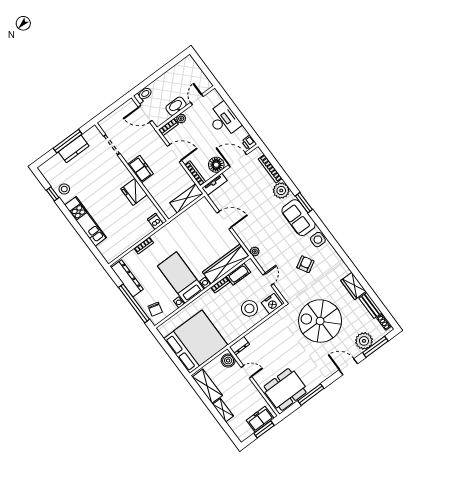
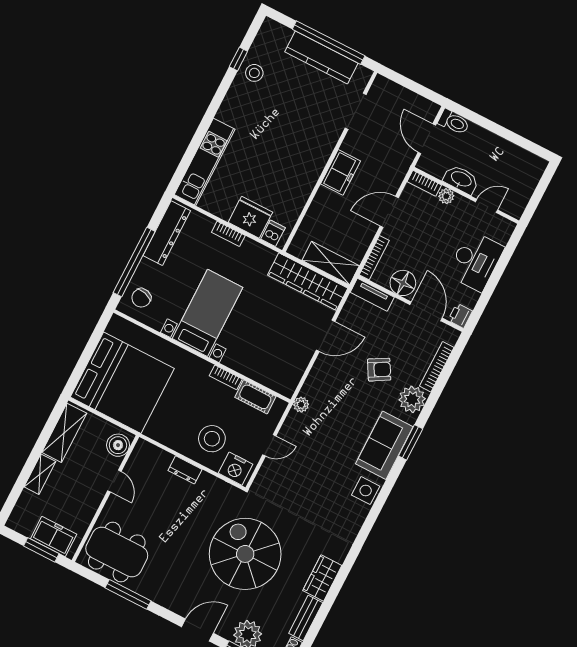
window: (68, 141) -> (329, 43), width x1.46
kitchen counter: (74, 149) -> (321, 57), width x1.50
door: (175, 153) -> (389, 212), swing flipped
fridge: (134, 192) -> (250, 217), moved, turned 90
door: (224, 220) -> (326, 336), hinge flipped
kitchen unit: (86, 221) -> (205, 162), moved
wardrobe: (225, 264) -> (308, 282), moved, turned 180
armchair: (305, 264) -> (379, 370), moved
dresser: (239, 346) -> (185, 470), moved
door: (348, 367) -> (197, 630), hinge flipped

